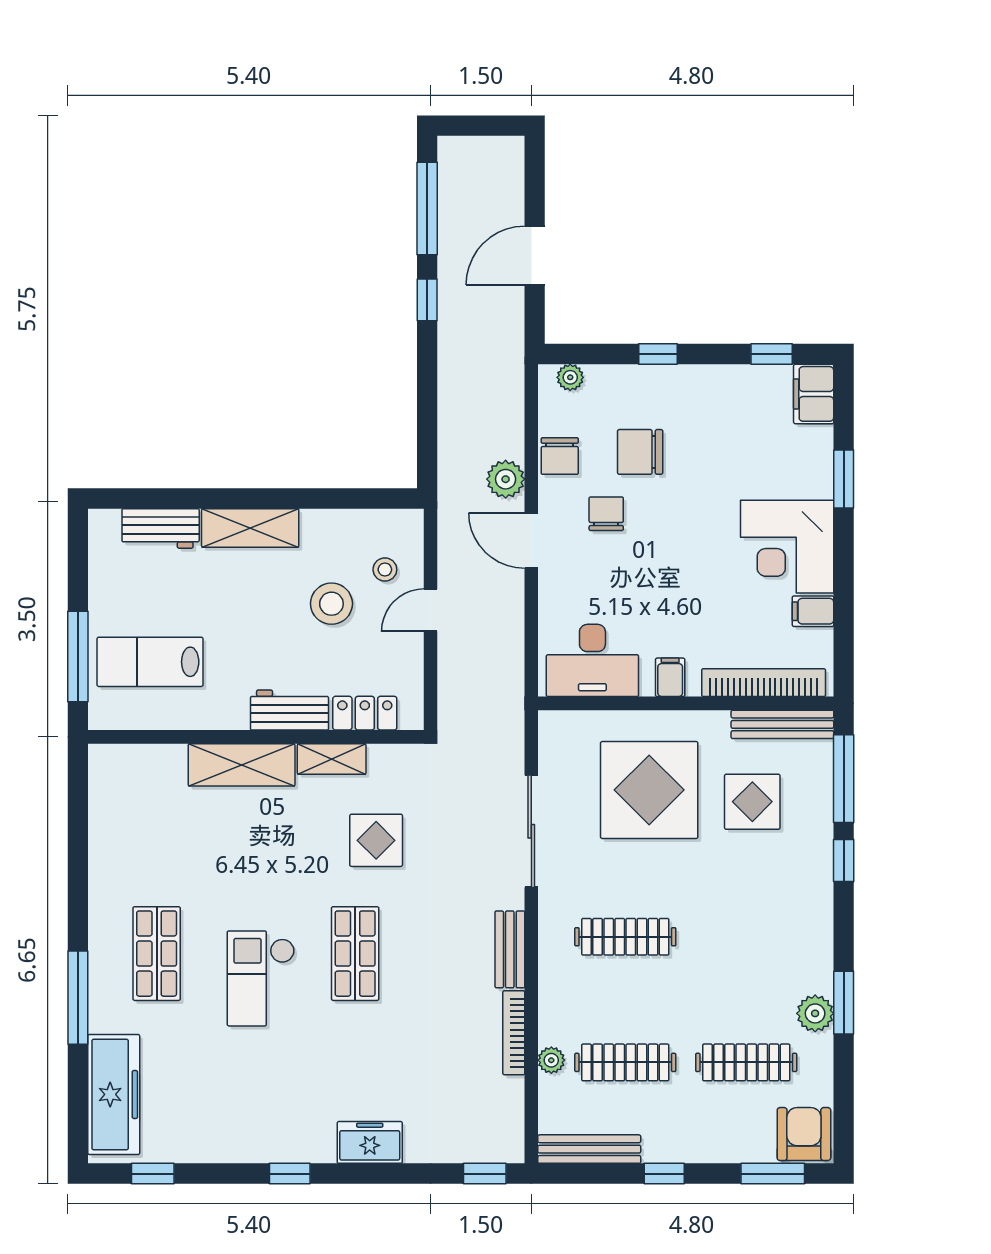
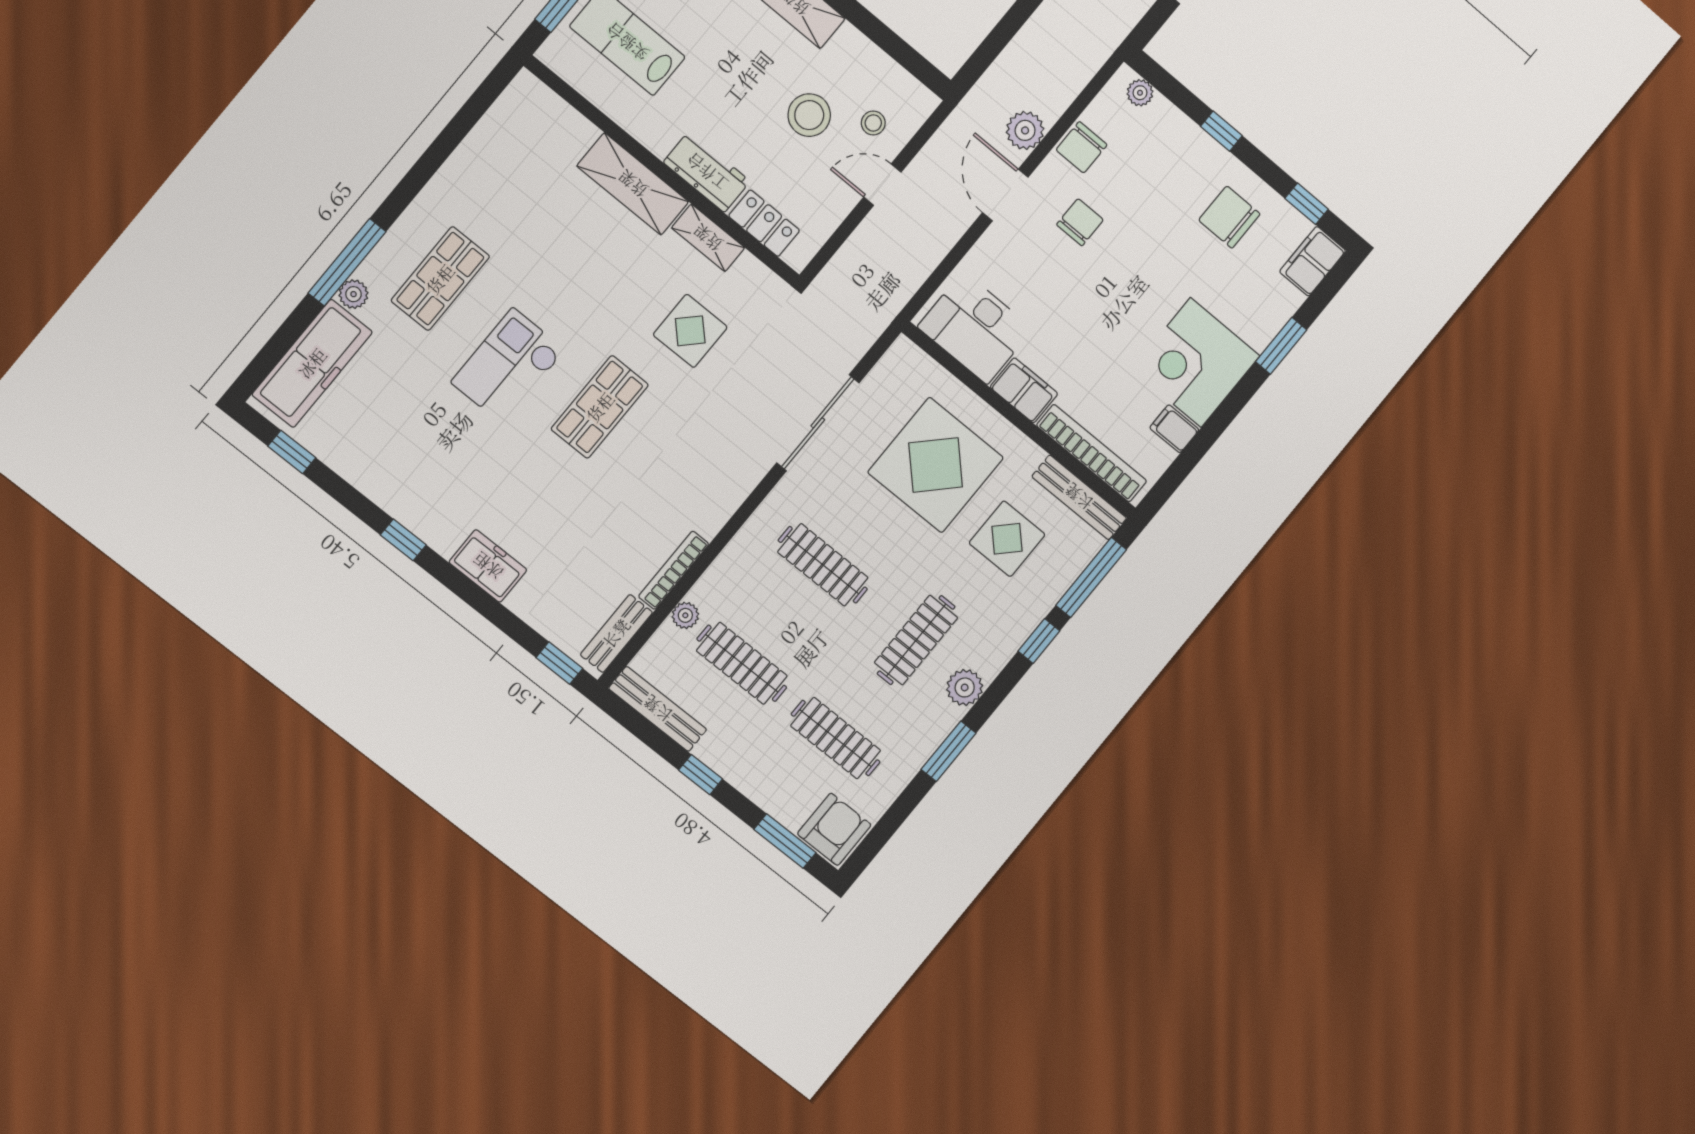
chair: (640, 452) -> (1229, 217), moved
filing cabinet: (670, 677) -> (1024, 390), width x2.00
clothes rail: (746, 937) -> (916, 640), added
bench: (510, 949) -> (616, 633), moved
plant: (815, 1013) -> (965, 687), moved
plant: (102, 1018) -> (354, 294), added

